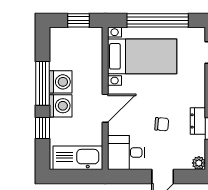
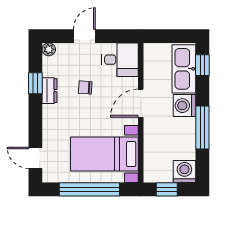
washing machine: (61, 82) -> (184, 172), moved, turned 90
window: (42, 128) -> (202, 65), moved
kitchen sink: (78, 158) -> (184, 69), moved, turned 90

